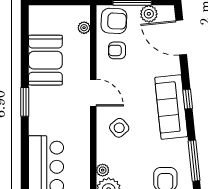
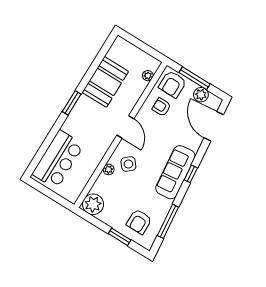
armchair: (114, 21) -> (173, 84), turned 87
plant: (103, 170) -> (109, 169), moved

